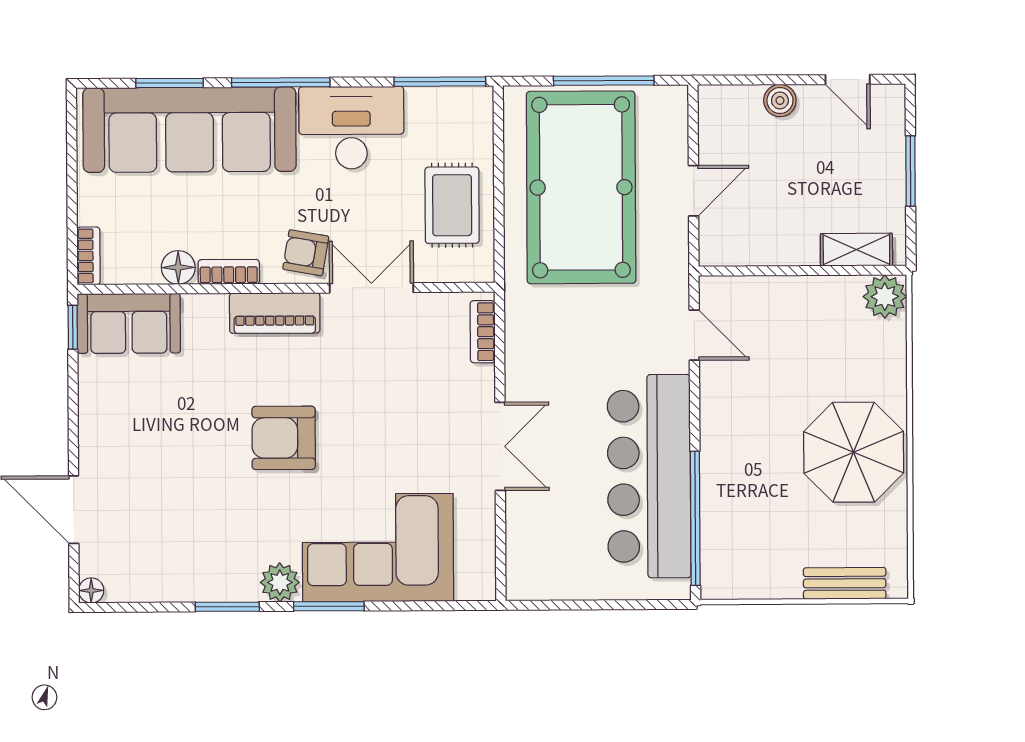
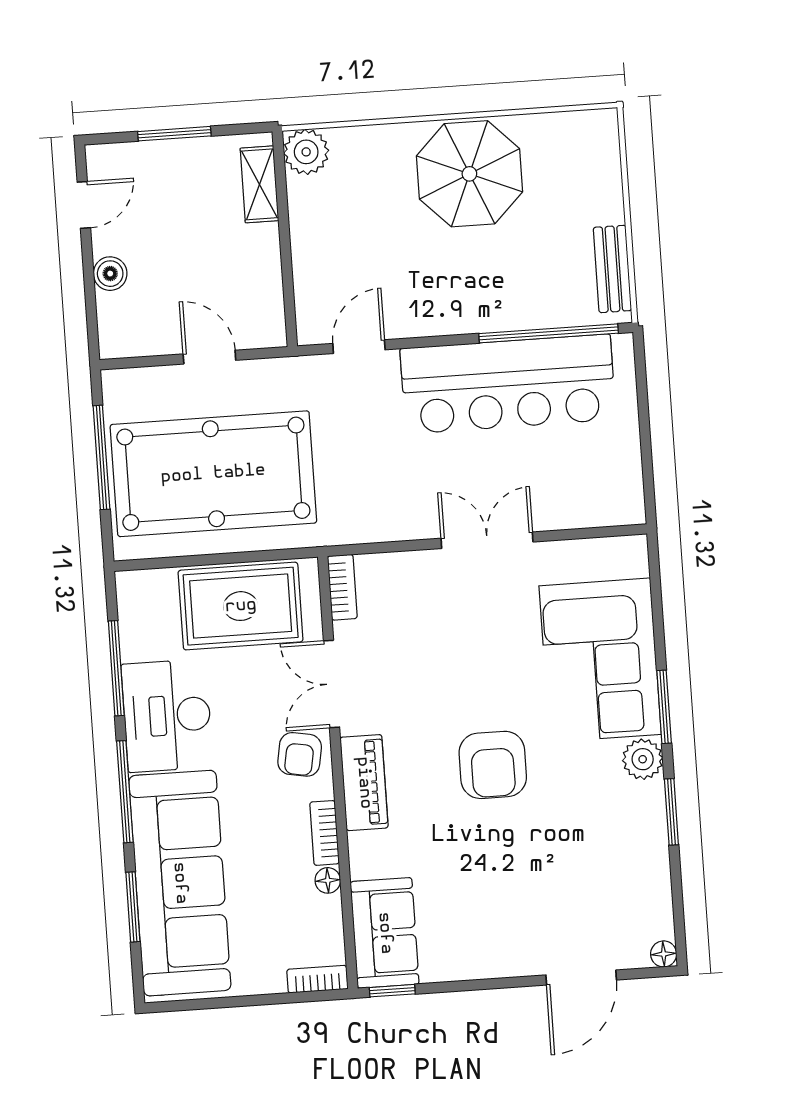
window: (440, 82) -> (116, 668), moved
rug: (452, 205) -> (241, 606), width x1.36, depth x1.43
floor lamp: (178, 267) -> (328, 880), width x0.73, depth x0.73
bookcase: (483, 332) -> (342, 587), moved, turned -90
bench: (845, 583) -> (612, 269), moved

